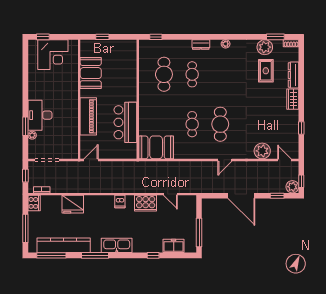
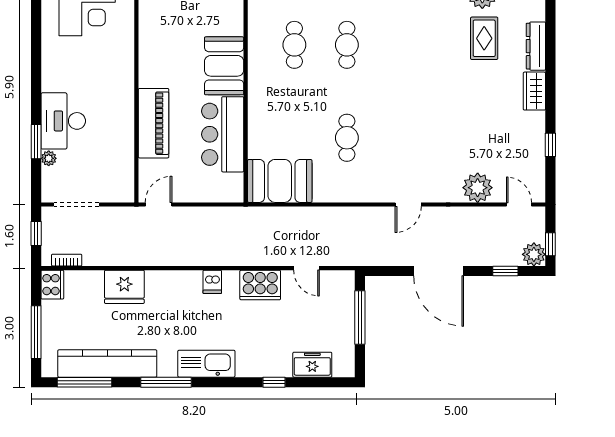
booth: (91, 73) -> (224, 66), moved
cafe table: (164, 74) -> (294, 45), width x0.73, depth x0.74
cafe table: (220, 124) -> (399, 138), removed
window: (199, 232) -> (360, 318), moved

